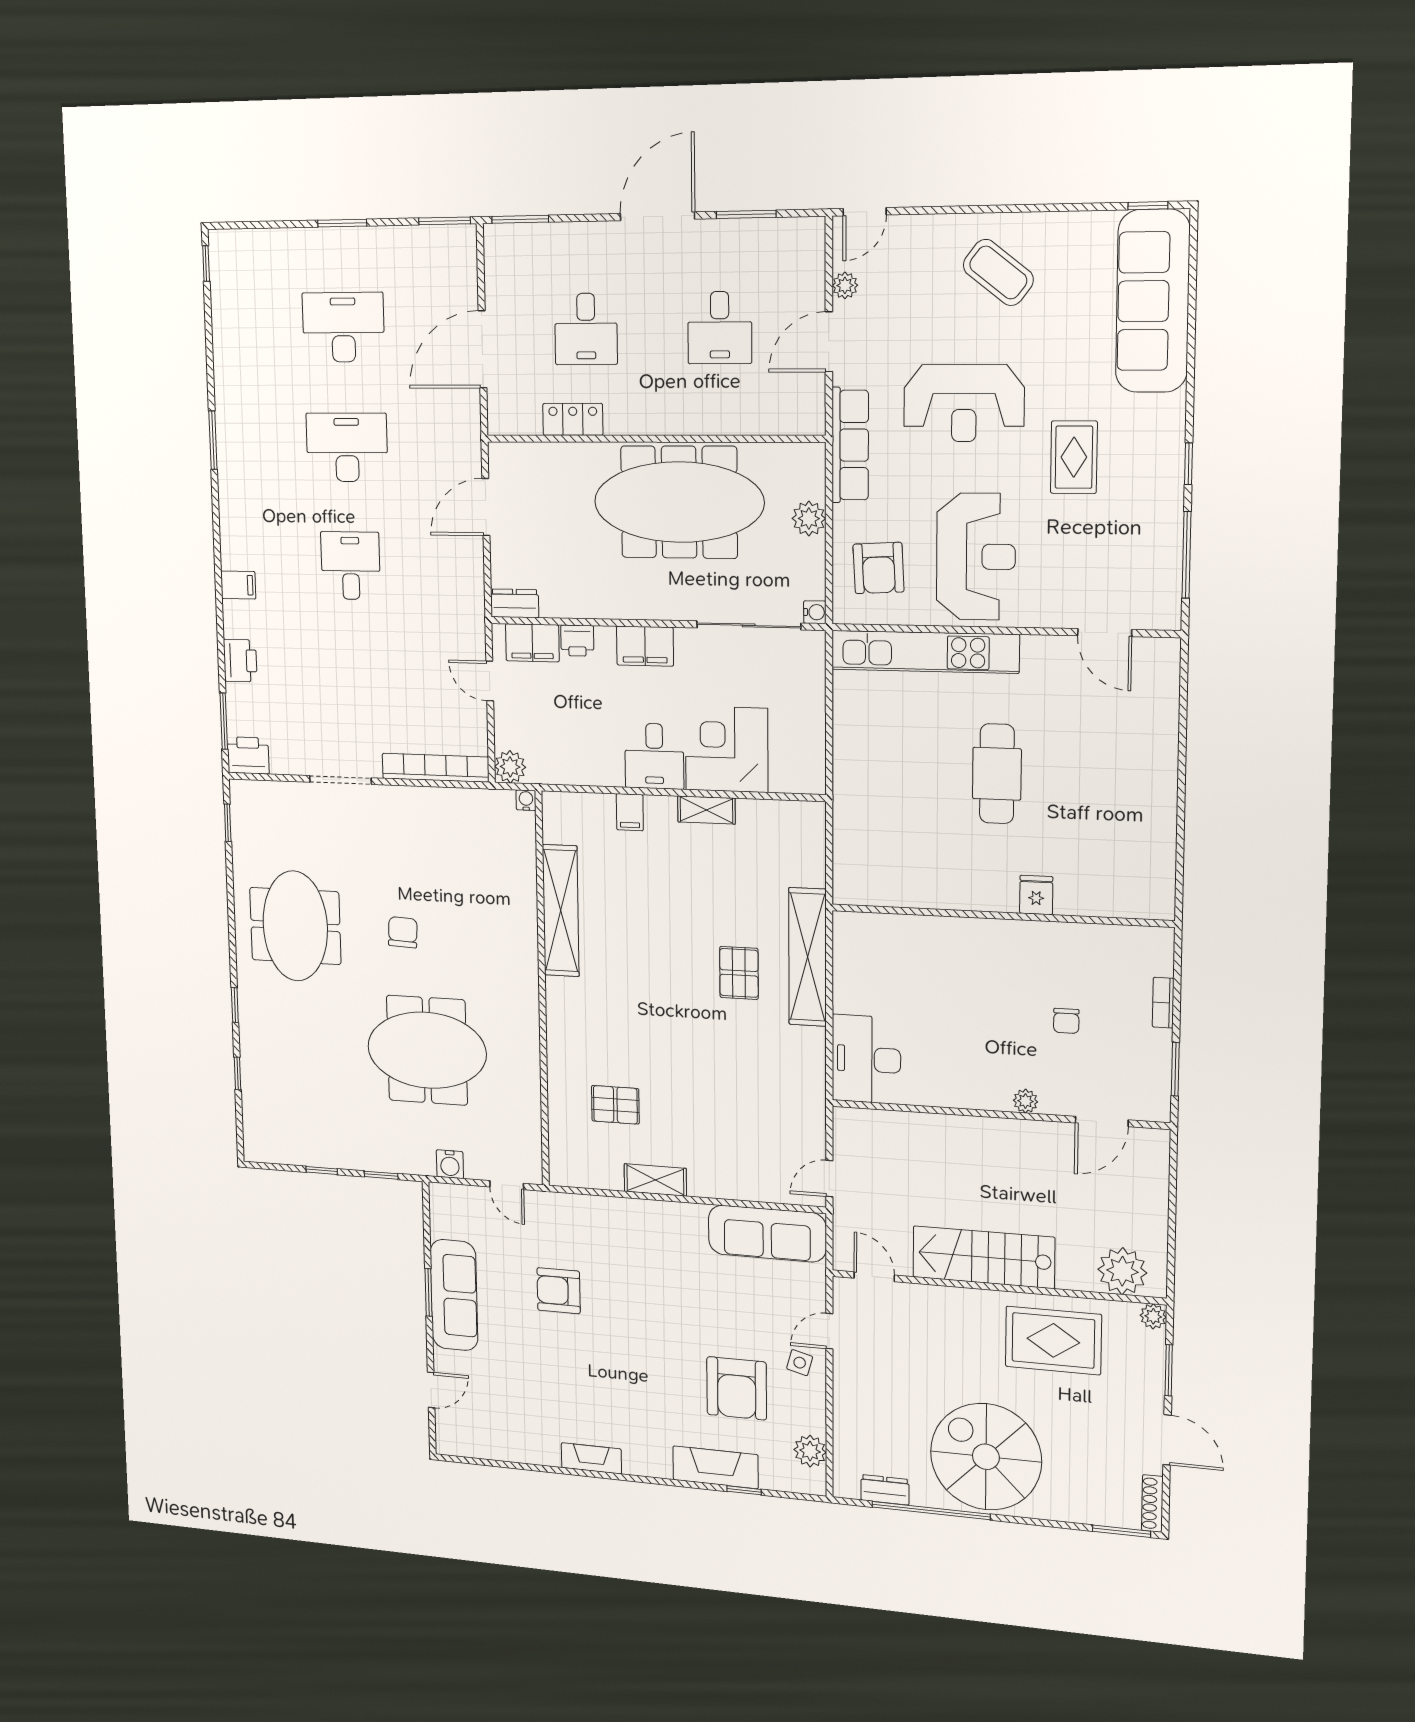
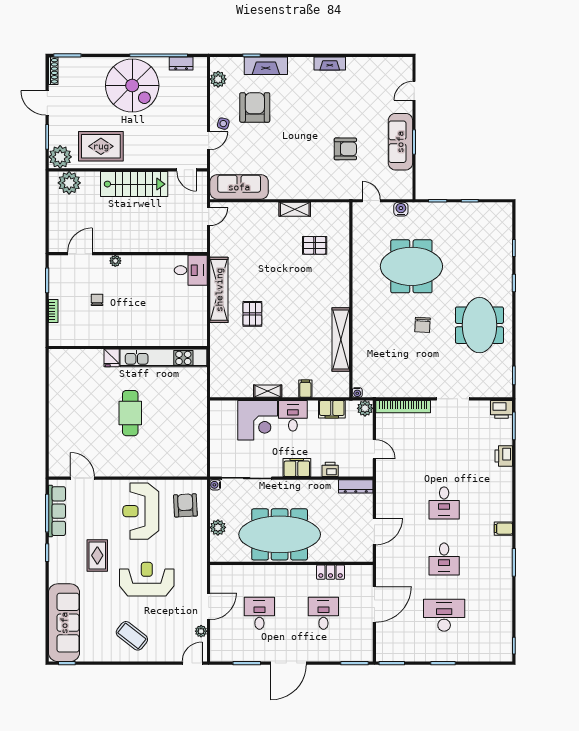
desk: (343, 327) -> (444, 615), turned 180
row of seats: (850, 445) -> (57, 511), moved, turned 180
desk: (347, 447) -> (444, 559), width x0.73
filing cabinet: (238, 585) -> (503, 529), moved
dresser: (515, 603) -> (356, 486), width x1.44
filing cabinet: (532, 643) -> (332, 409), moved, turned 180
kitchen unit: (925, 652) -> (163, 358), moved, turned 180
shelving: (808, 957) -> (219, 290), moved
desk: (866, 1059) -> (191, 270), width x0.73
plant: (1153, 1316) -> (60, 157), width x1.87, depth x1.87

